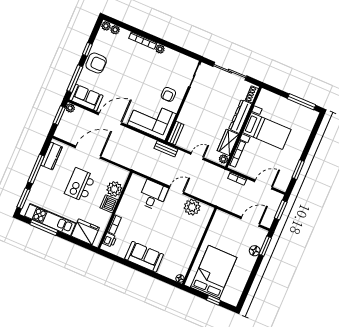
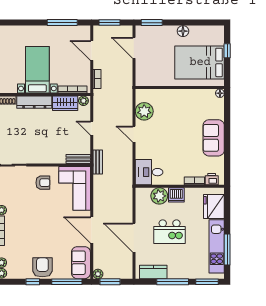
window: (298, 170) -> (62, 23), width x1.44
desk: (153, 195) -> (149, 172), moved
floor lamp: (255, 251) -> (183, 31), moved

